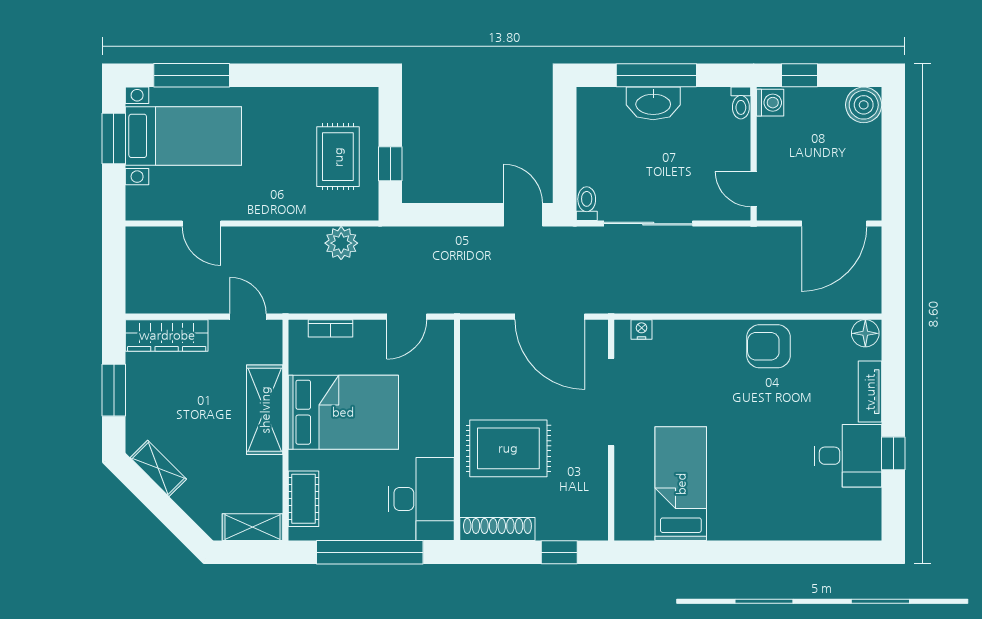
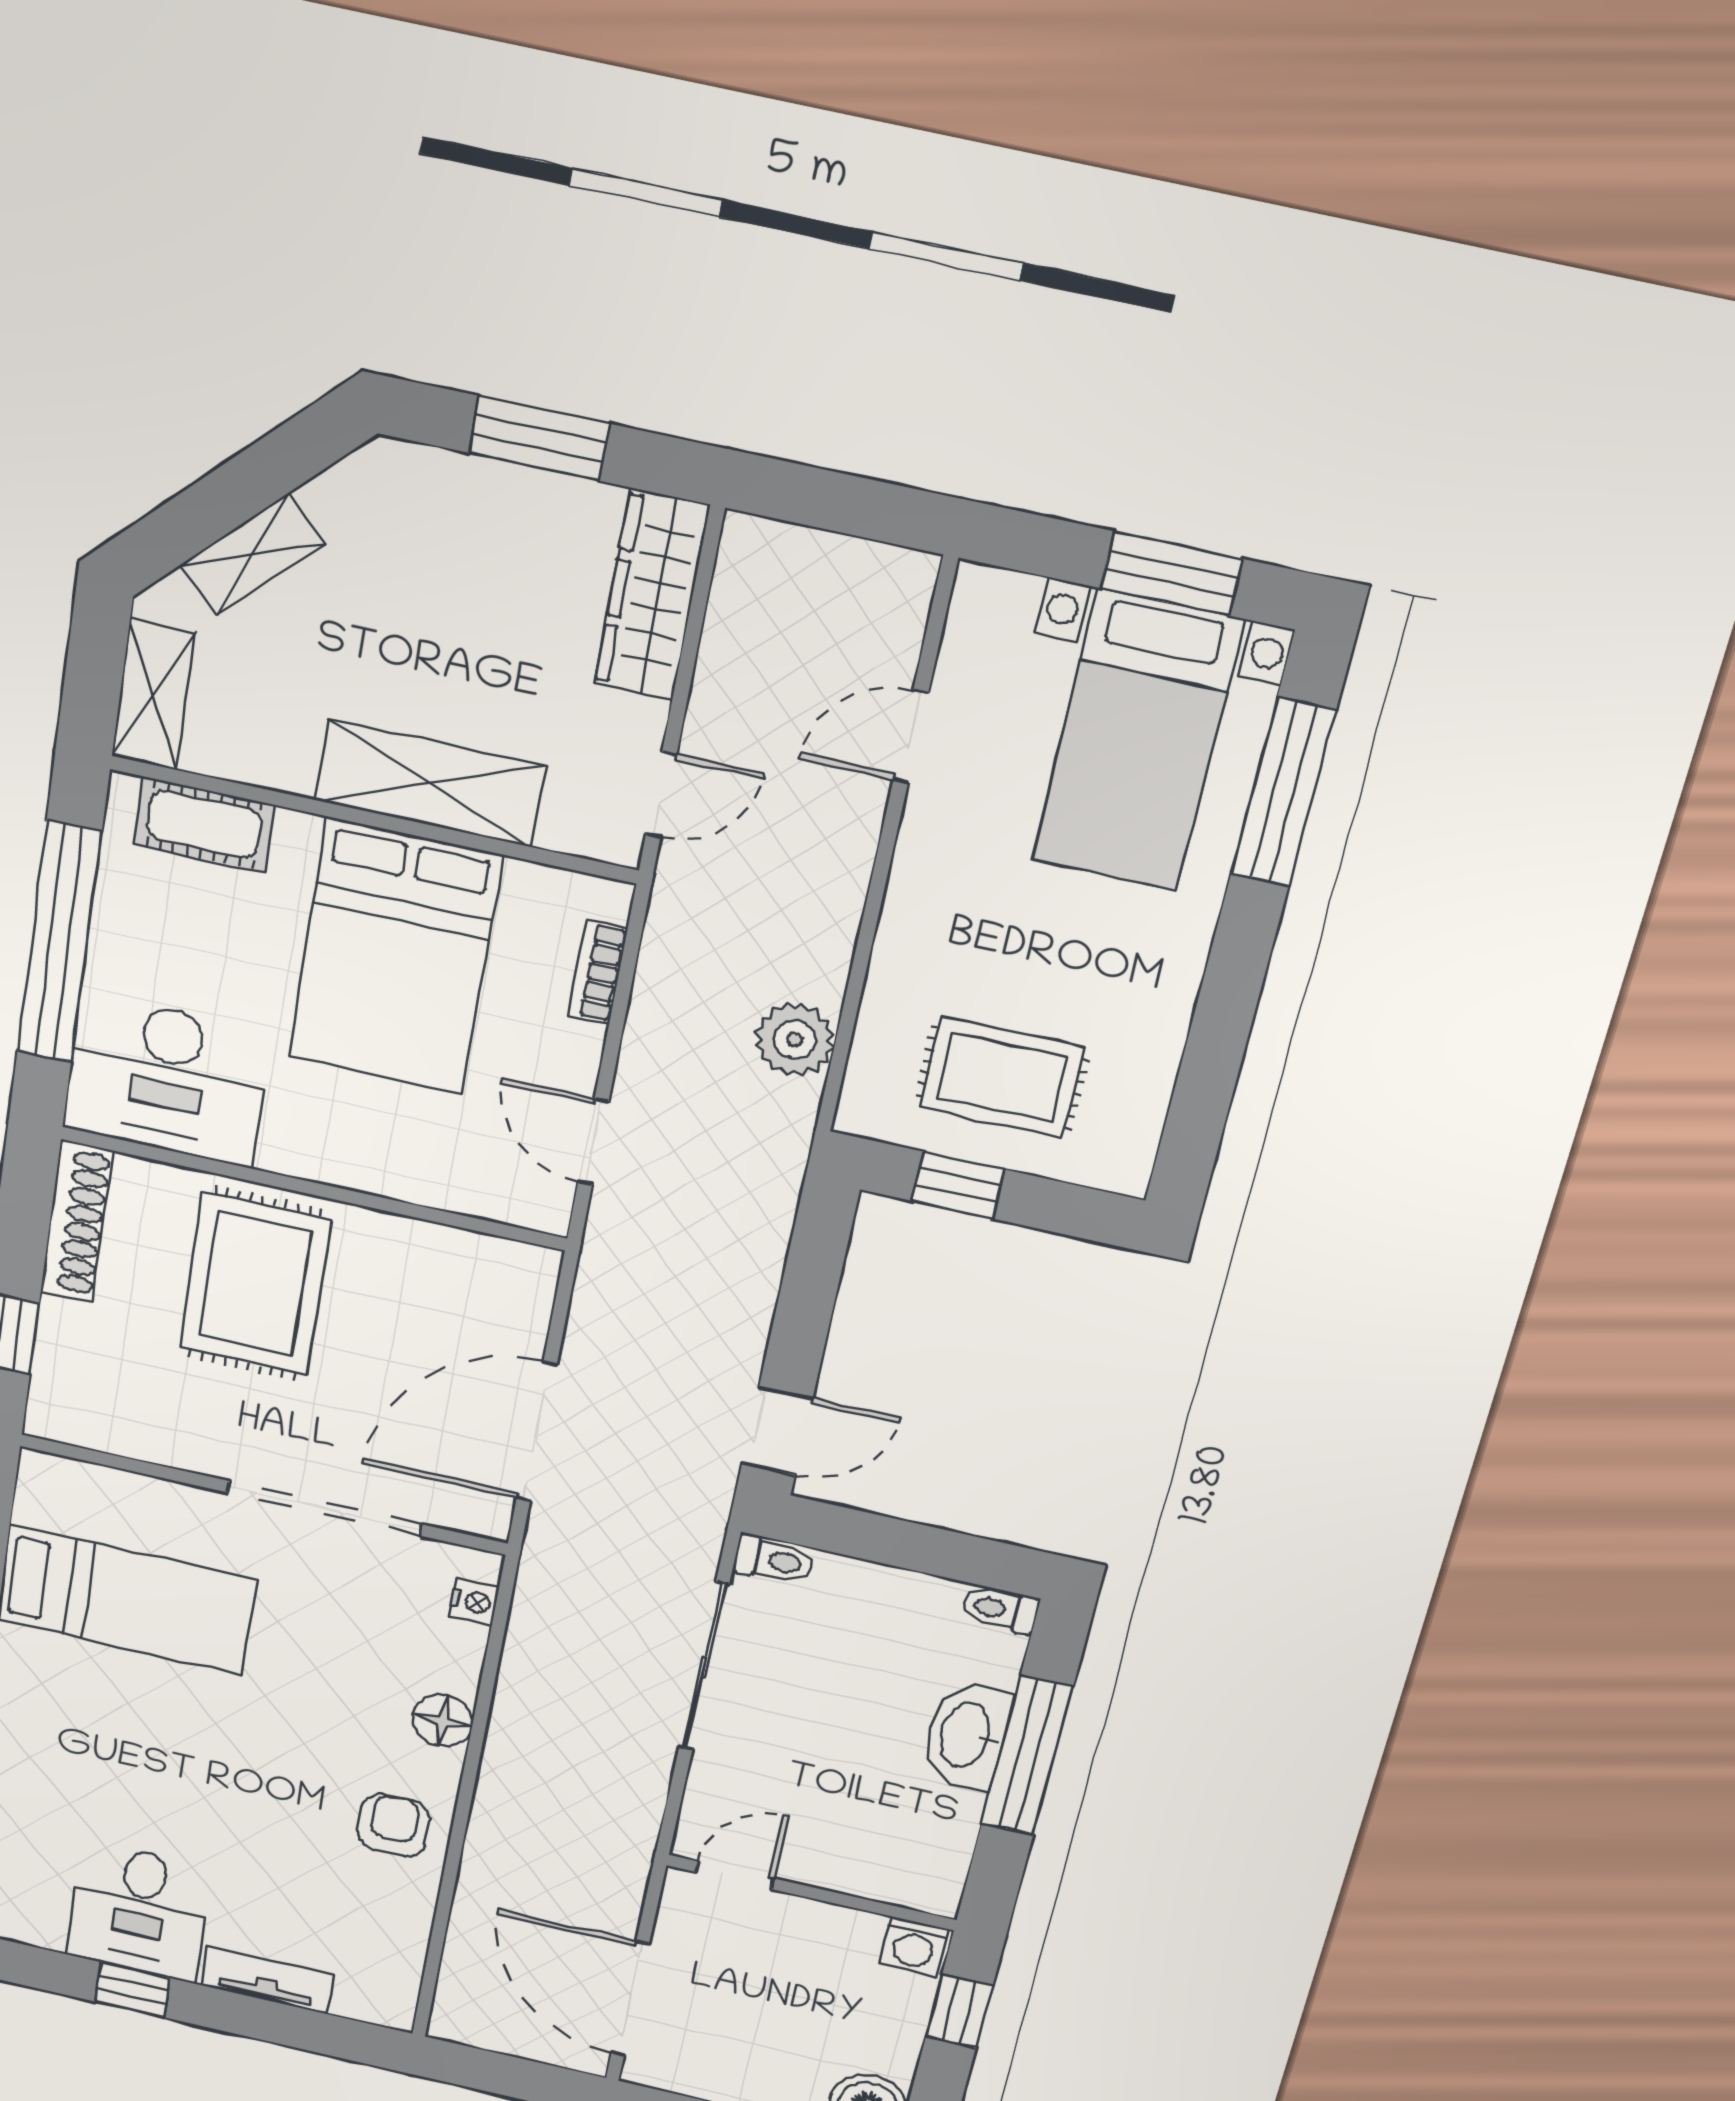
toilet: (741, 103) -> (1000, 1610), moved
floor lamp: (865, 333) -> (443, 1721), moved
armchair: (769, 346) -> (394, 1825), width x0.72, depth x0.72
shelving: (158, 468) -> (252, 554), moved

